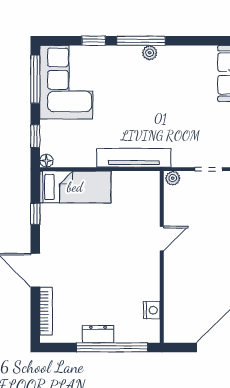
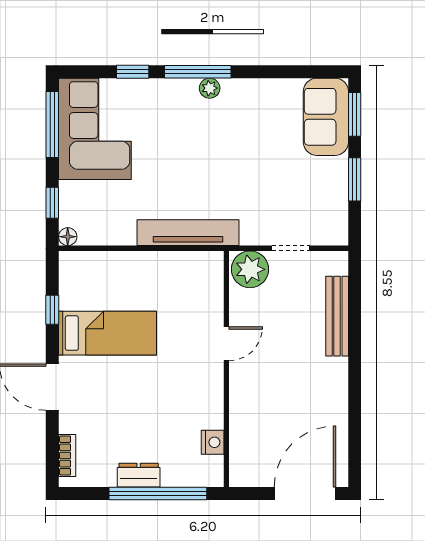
plant: (173, 178) -> (250, 269), width x1.87, depth x1.87
bed: (75, 187) -> (107, 333), moved
bookcase: (46, 311) -> (67, 455), width x0.64

